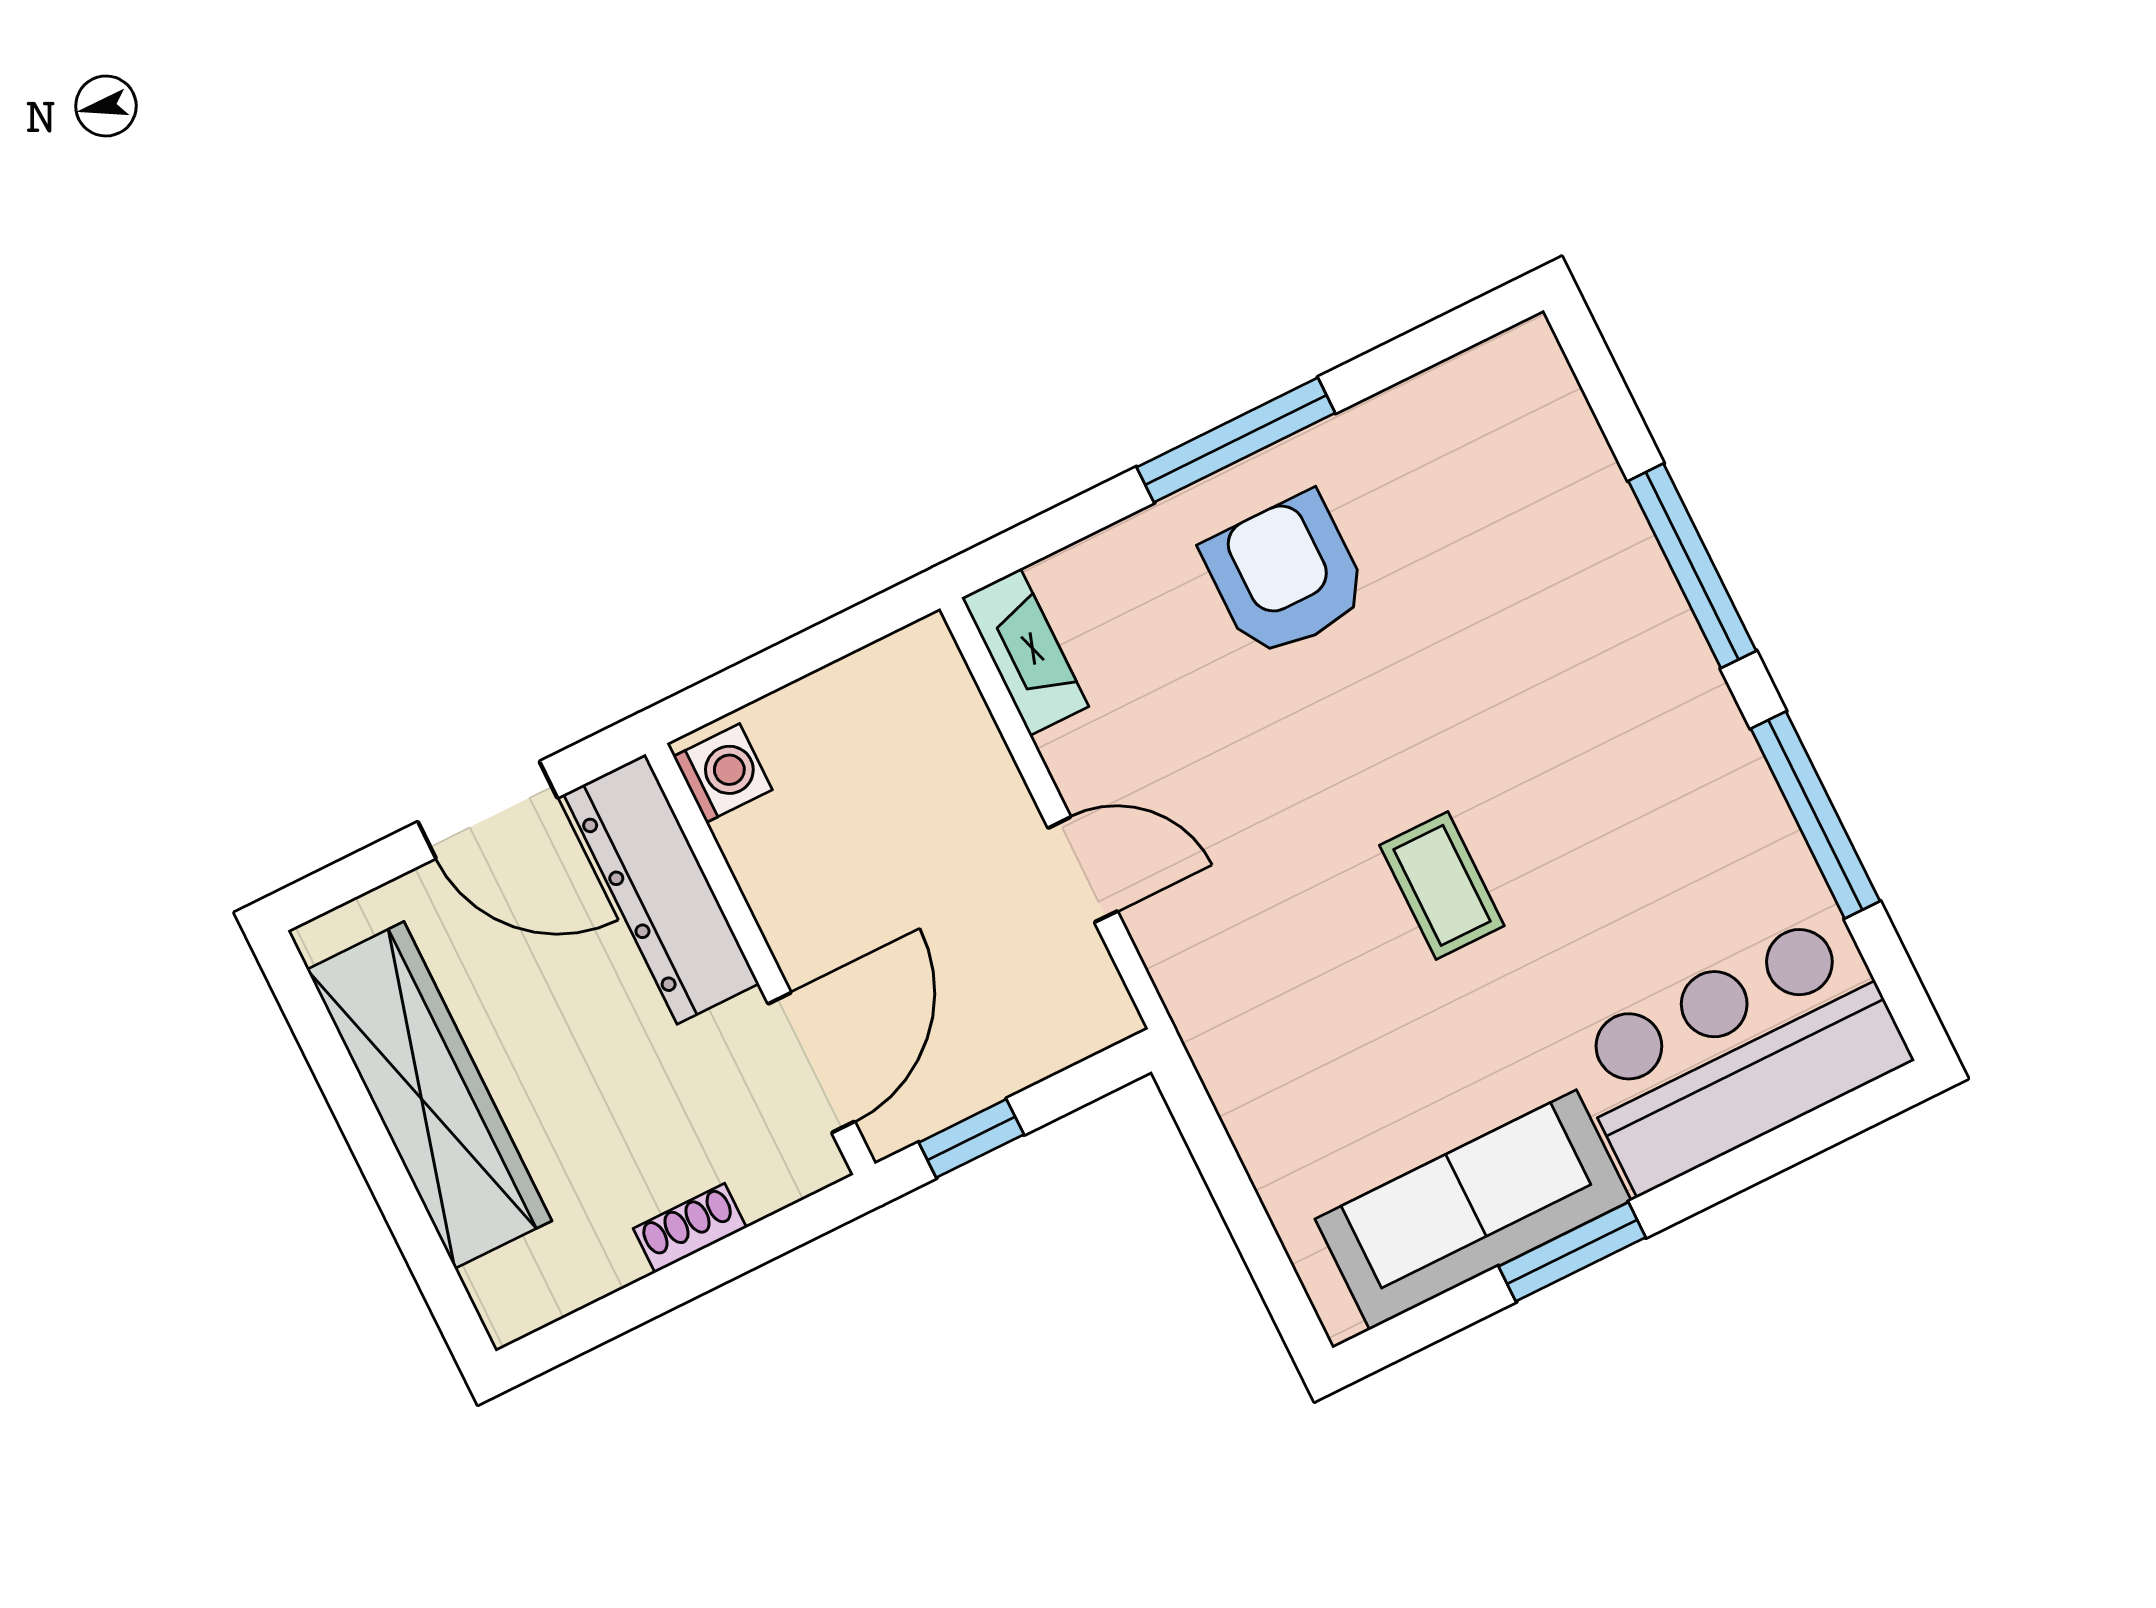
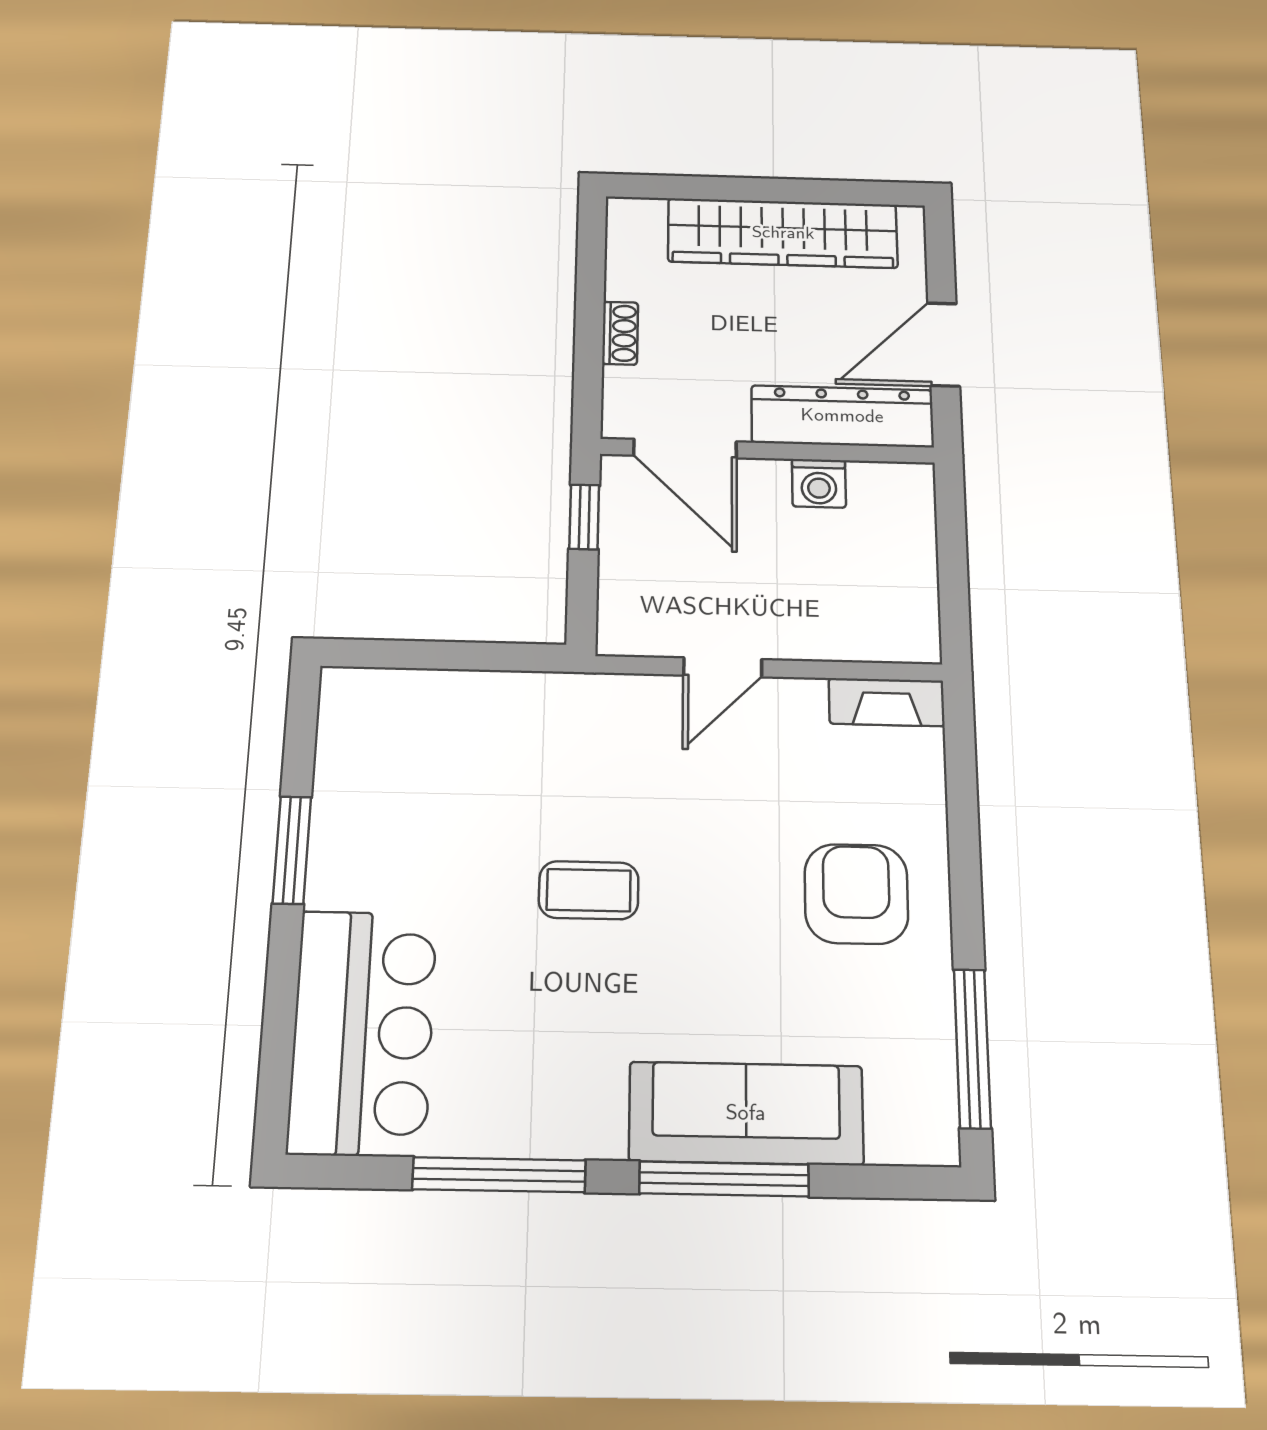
window: (1236, 440) -> (972, 1048), moved
armchair: (1286, 575) -> (856, 894), turned -90
washing machine: (723, 773) -> (819, 483), moved
sofa: (1473, 1210) -> (746, 1113), moved, turned -90

